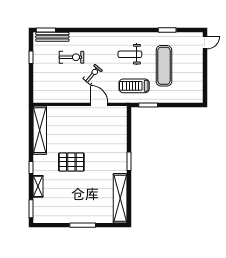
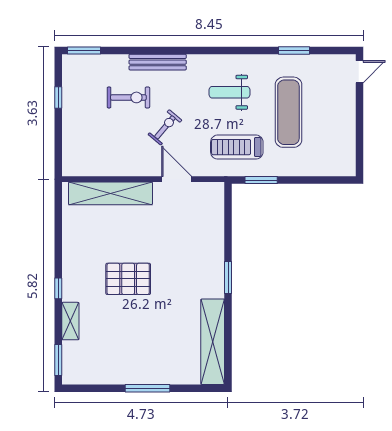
bench: (52, 37) -> (158, 62), moved
shelving: (40, 130) -> (110, 193), moved, turned 90

